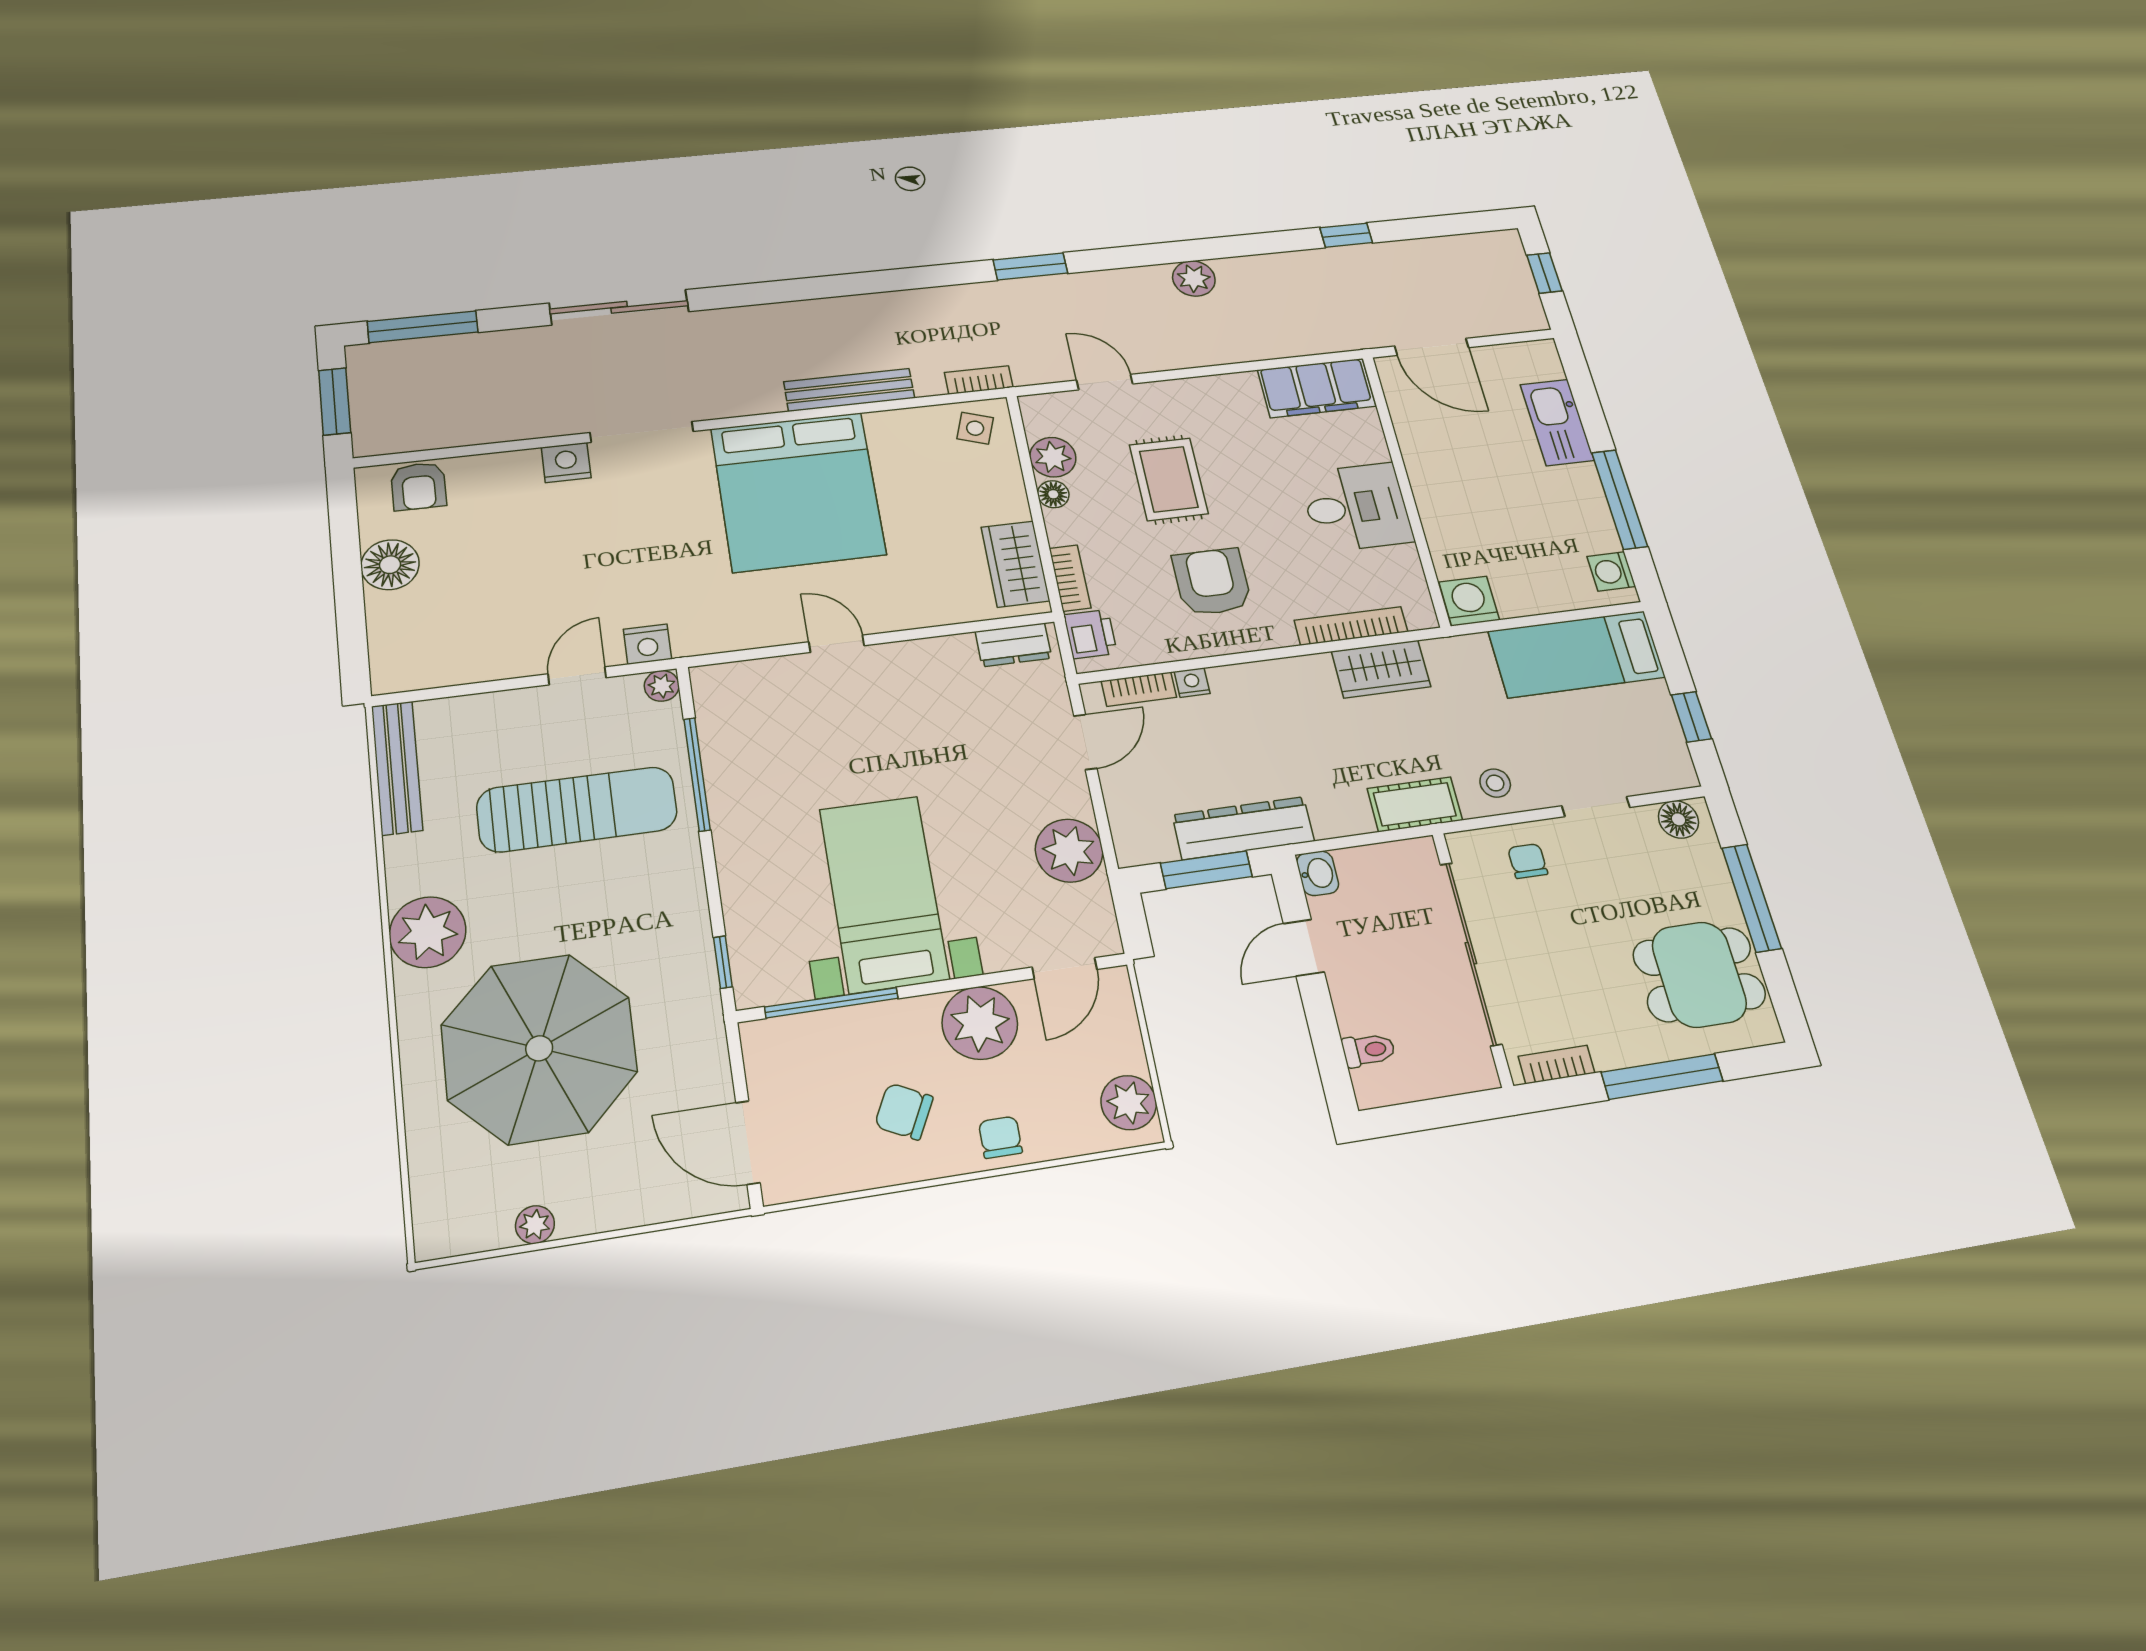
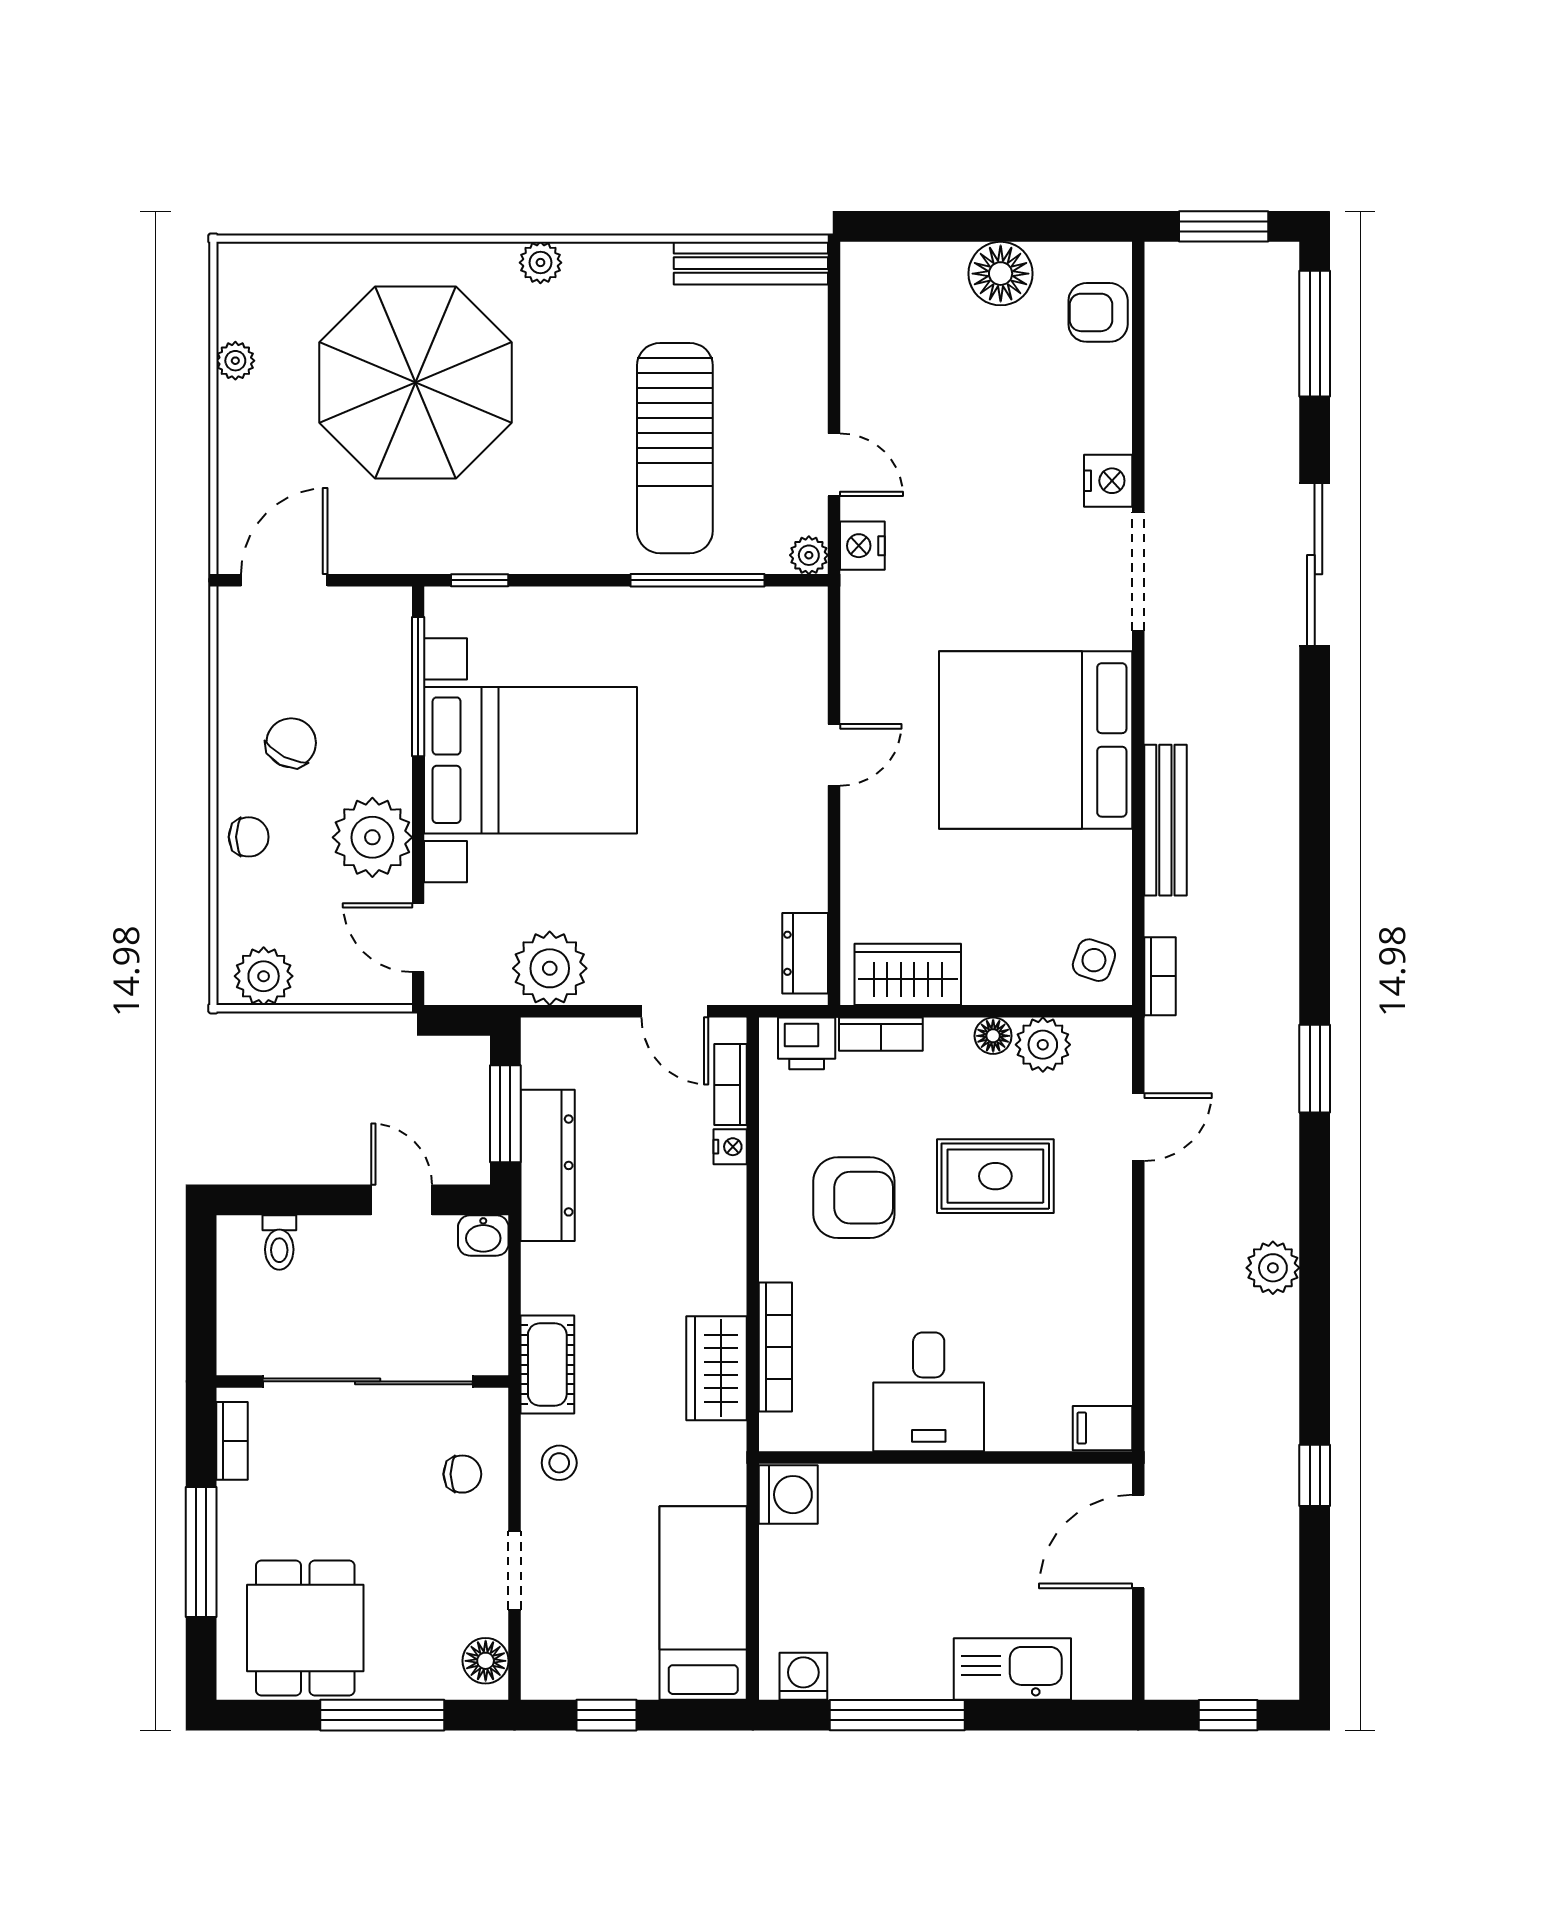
filing cabinet: (1317, 388) -> (1102, 1428), width x0.33, depth x0.86
bed with nightstands: (884, 893) -> (531, 760), width x1.36
plant: (428, 932) -> (540, 263), width x0.53, depth x0.53

